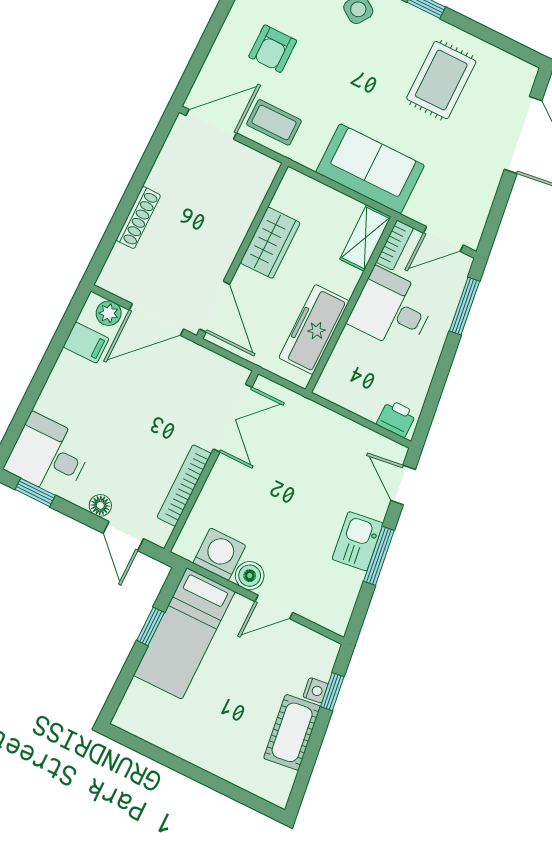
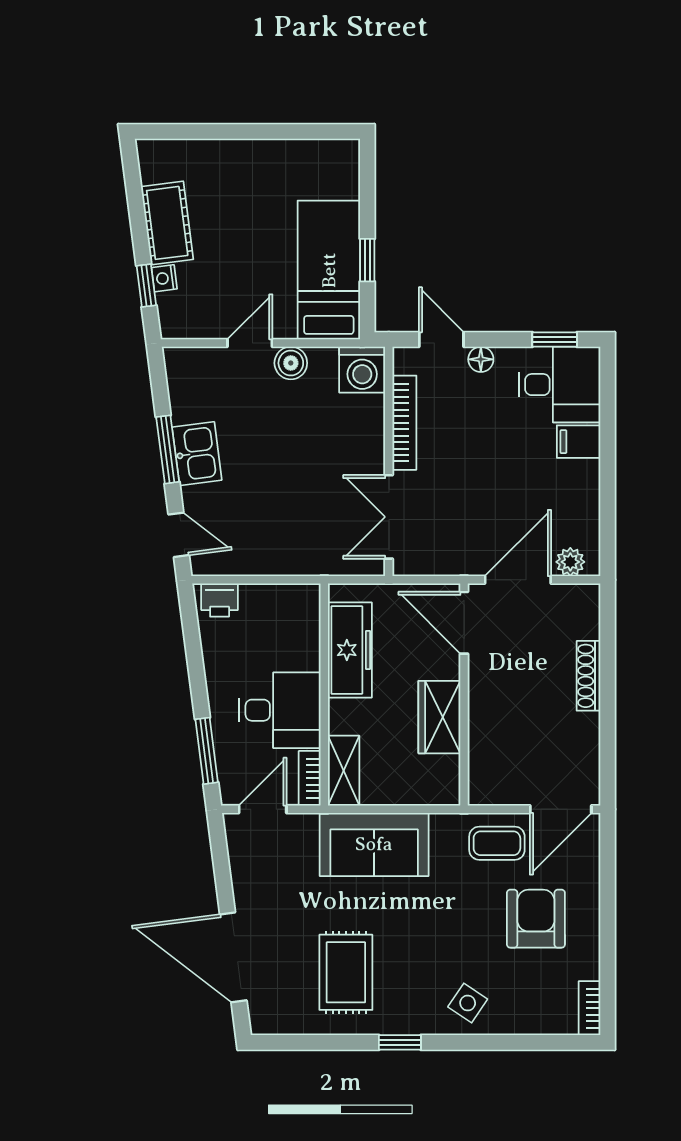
armchair: (273, 49) -> (536, 919), width x1.38, depth x1.38
filing cabinet: (86, 343) -> (579, 442), moved
washing machine: (219, 554) -> (362, 370), moved

